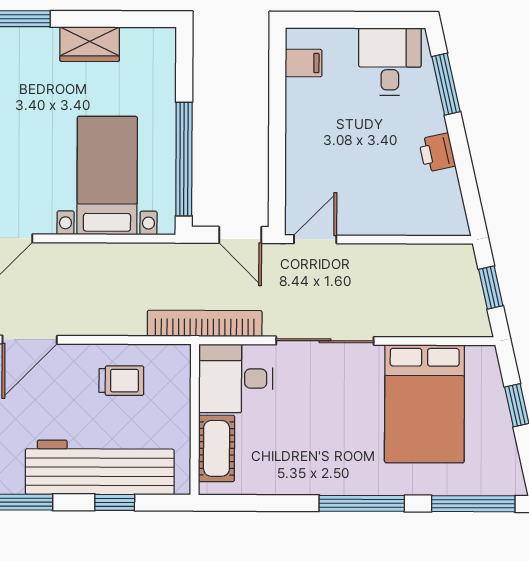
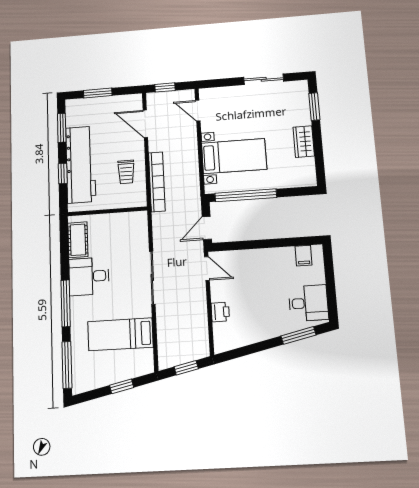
printer: (437, 153) -> (220, 312), moved, turned 103
bookcase: (205, 323) -> (157, 182), moved
desk: (236, 378) -> (89, 276), moved, turned -90
bed: (424, 404) -> (120, 334), width x0.67
cot: (217, 448) -> (78, 240), moved, turned 90

